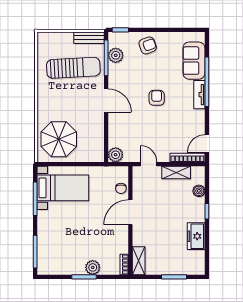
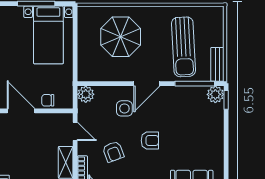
armchair: (148, 45) -> (113, 152), moved
plant: (116, 55) -> (215, 94), moved
side table: (128, 120) -> (124, 108), added
parasol: (59, 139) -> (121, 37), moved
door: (149, 164) -> (75, 131), hinge flipped

